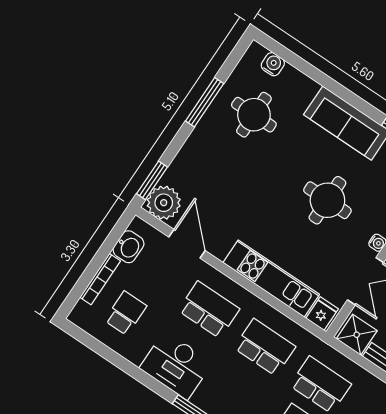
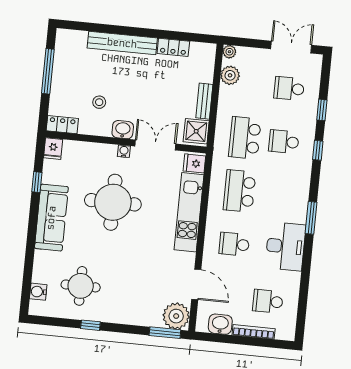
window: (205, 102) -> (90, 325), width x0.46
round table: (327, 200) -> (113, 202), width x1.36, depth x1.36
door: (187, 244) -> (196, 284), swing flipped
school desk: (209, 310) -> (234, 244), width x0.54

